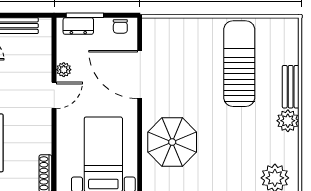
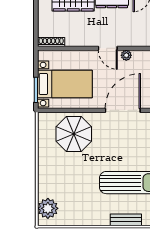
bench: (291, 87) -> (126, 220), moved
plant: (288, 121) -> (89, 218), removed

